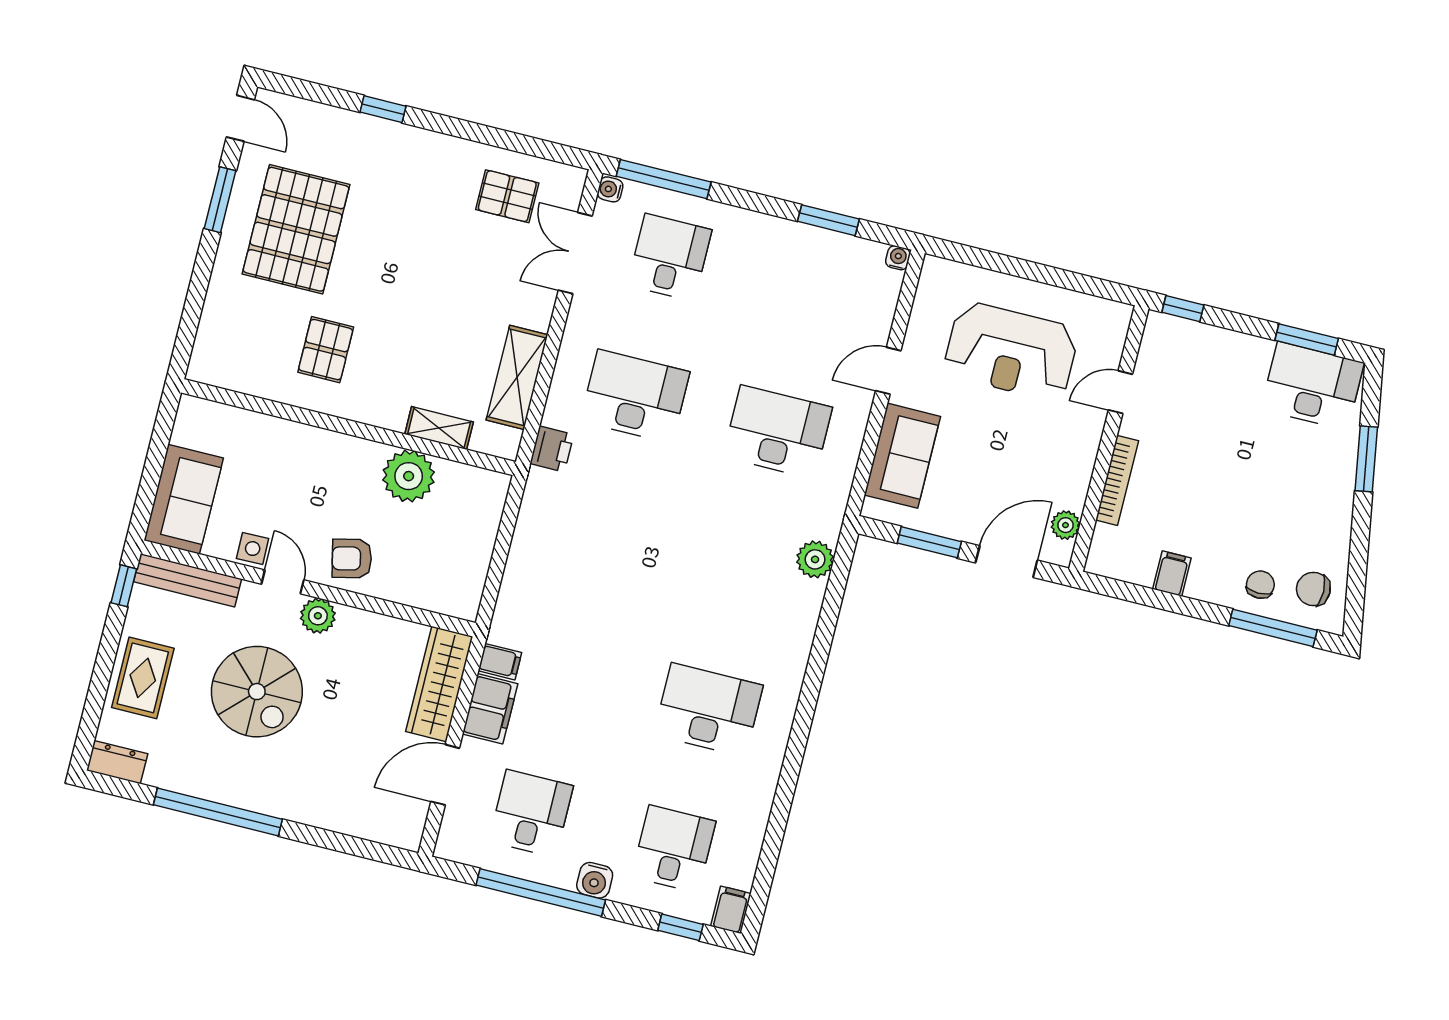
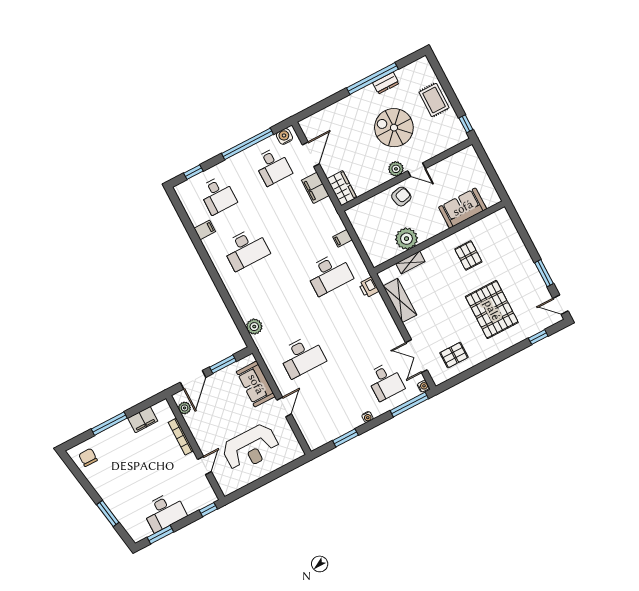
window: (383, 109) -> (538, 337), moved
pallet: (296, 229) -> (492, 310), moved
double door: (575, 253) -> (416, 356), swing flipped
water cooler: (898, 258) -> (367, 417), moved
reception desk: (1011, 351) -> (251, 448), turned 180
desk: (1312, 386) -> (164, 512), moved
desk: (635, 396) -> (329, 274), moved
sofa: (184, 499) -> (463, 208), moved, turned 90
side table: (253, 549) -> (436, 172), removed
filing cabinet: (1172, 574) -> (143, 420), width x2.00
bench: (188, 580) -> (447, 143), removed
chair: (1260, 585) -> (106, 444), removed
chair: (1313, 589) -> (88, 457), turned -90
window: (1273, 628) -> (109, 424), moved
filing cabinet: (500, 662) -> (342, 238), moved
wardrobe: (439, 684) -> (342, 188), width x0.67
dresser: (117, 762) -> (386, 83), moved
water cooler: (595, 880) -> (284, 136), moved
filing cabinet: (731, 910) -> (205, 230), moved, turned -90

